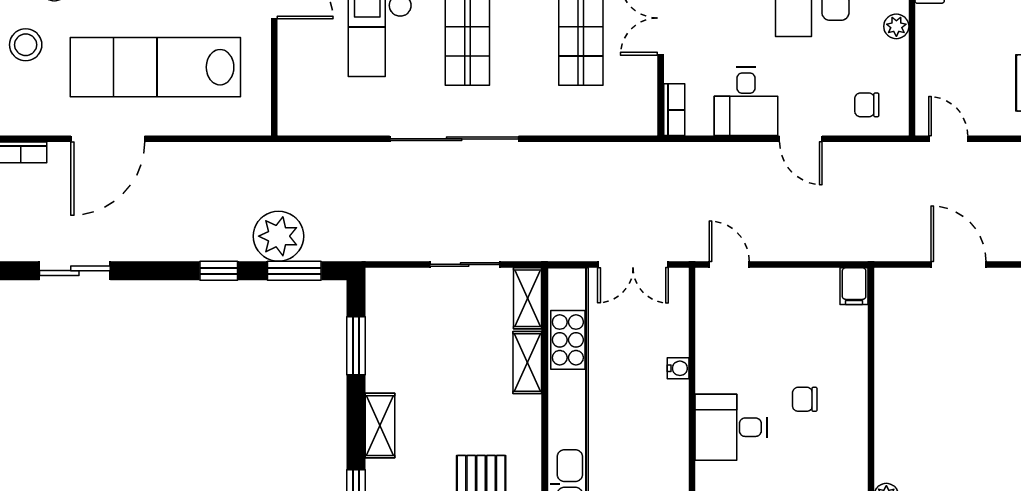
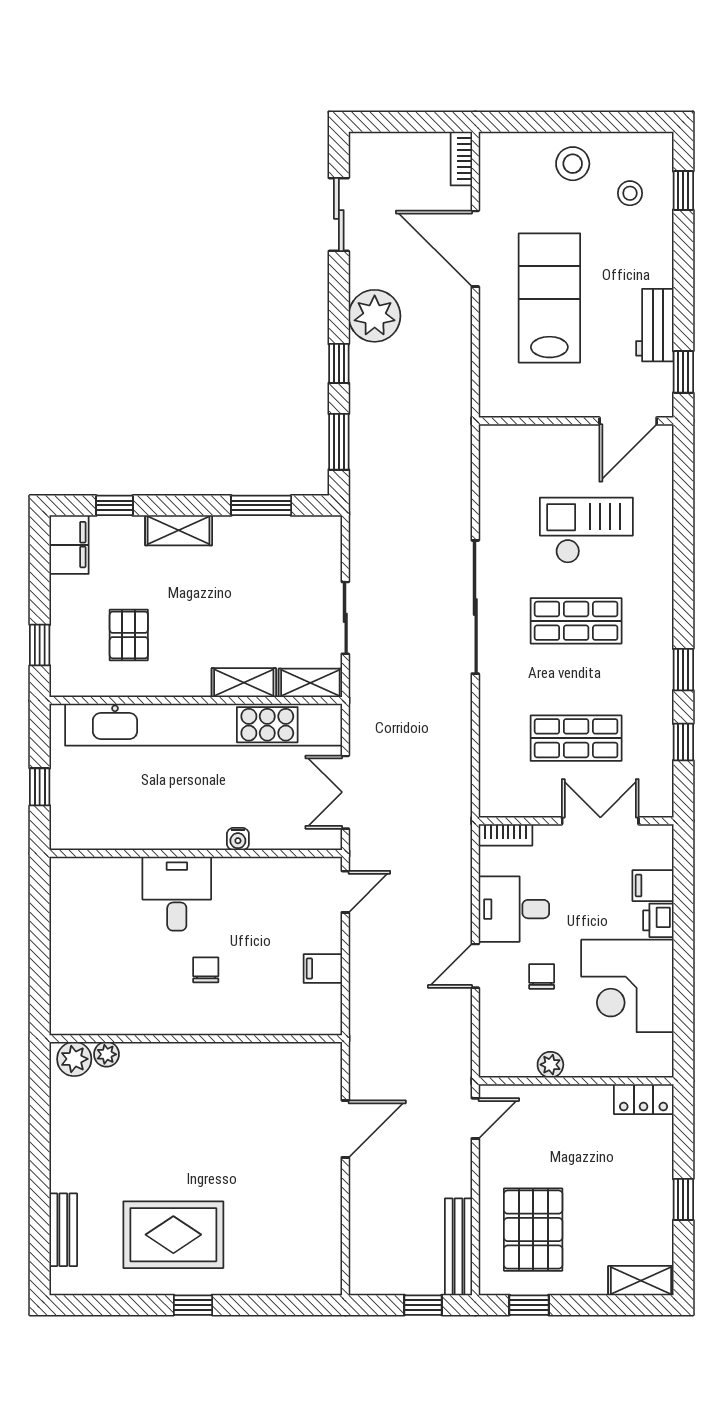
plant: (896, 26) -> (550, 1065), moved
lab bench: (155, 67) -> (549, 298), width x0.73
chair: (867, 105) -> (542, 976), moved
plant: (278, 236) -> (375, 316), moved
filing cabinet: (854, 286) -> (323, 969), moved

